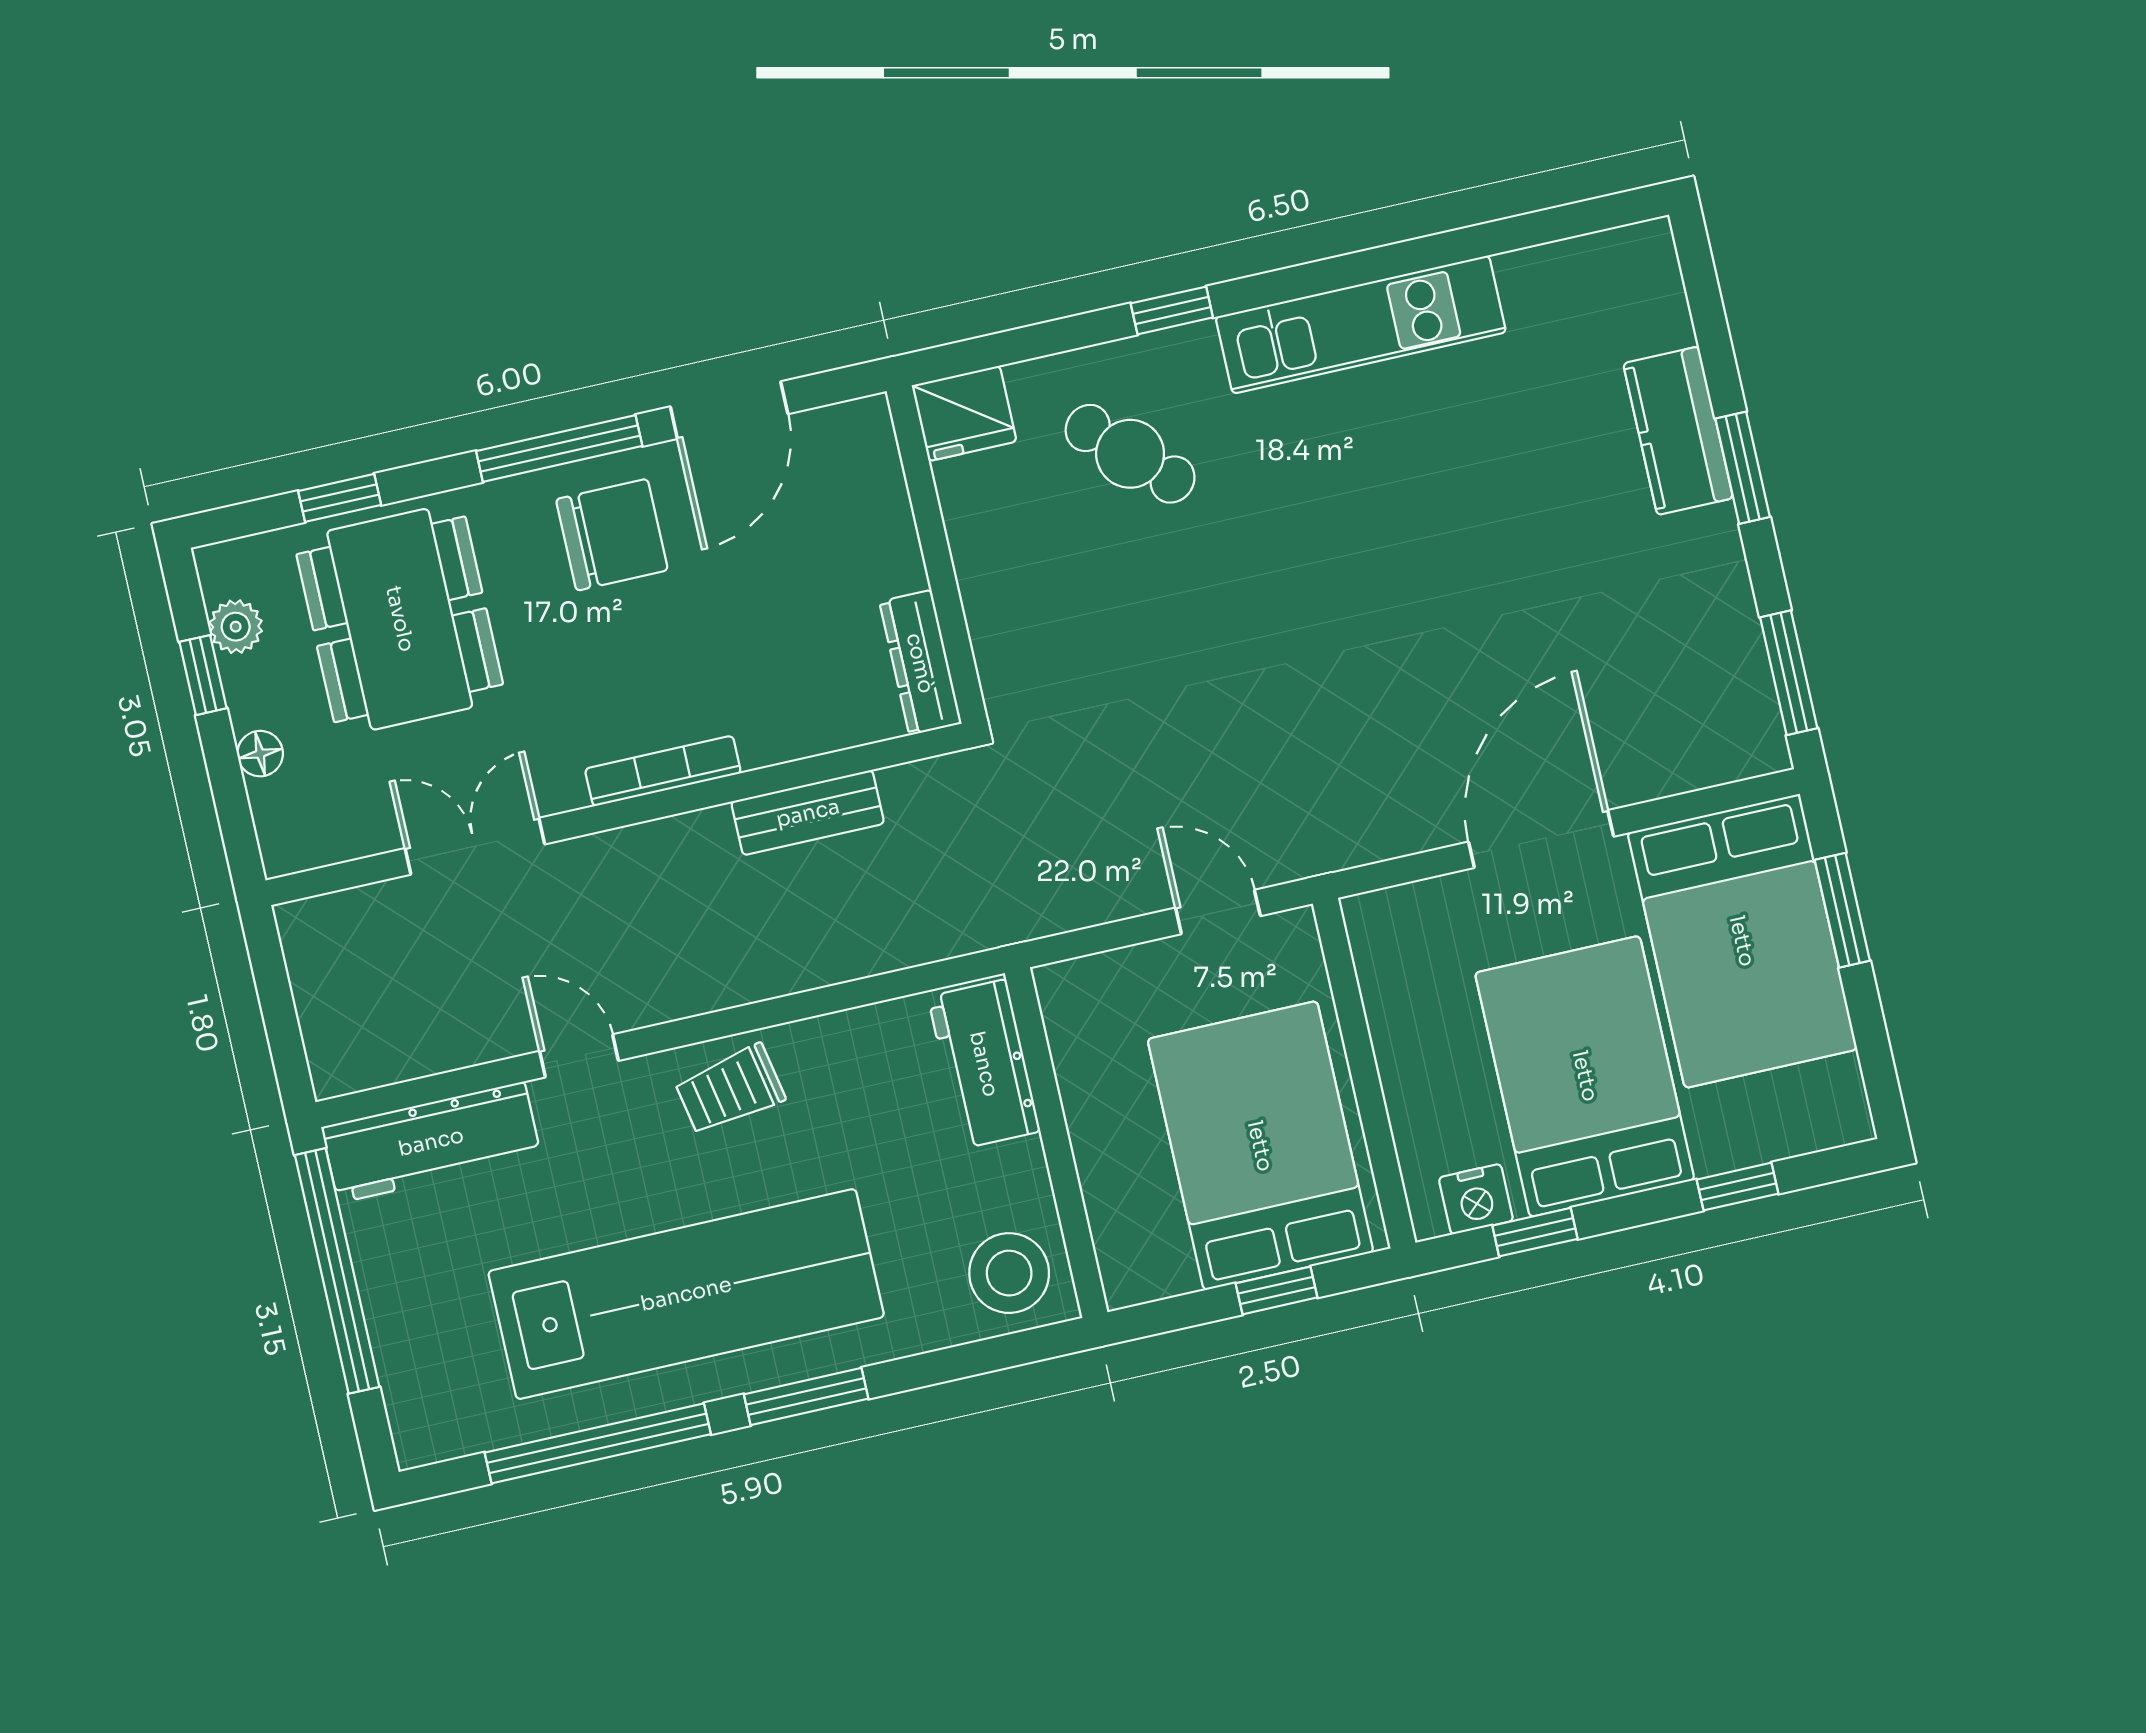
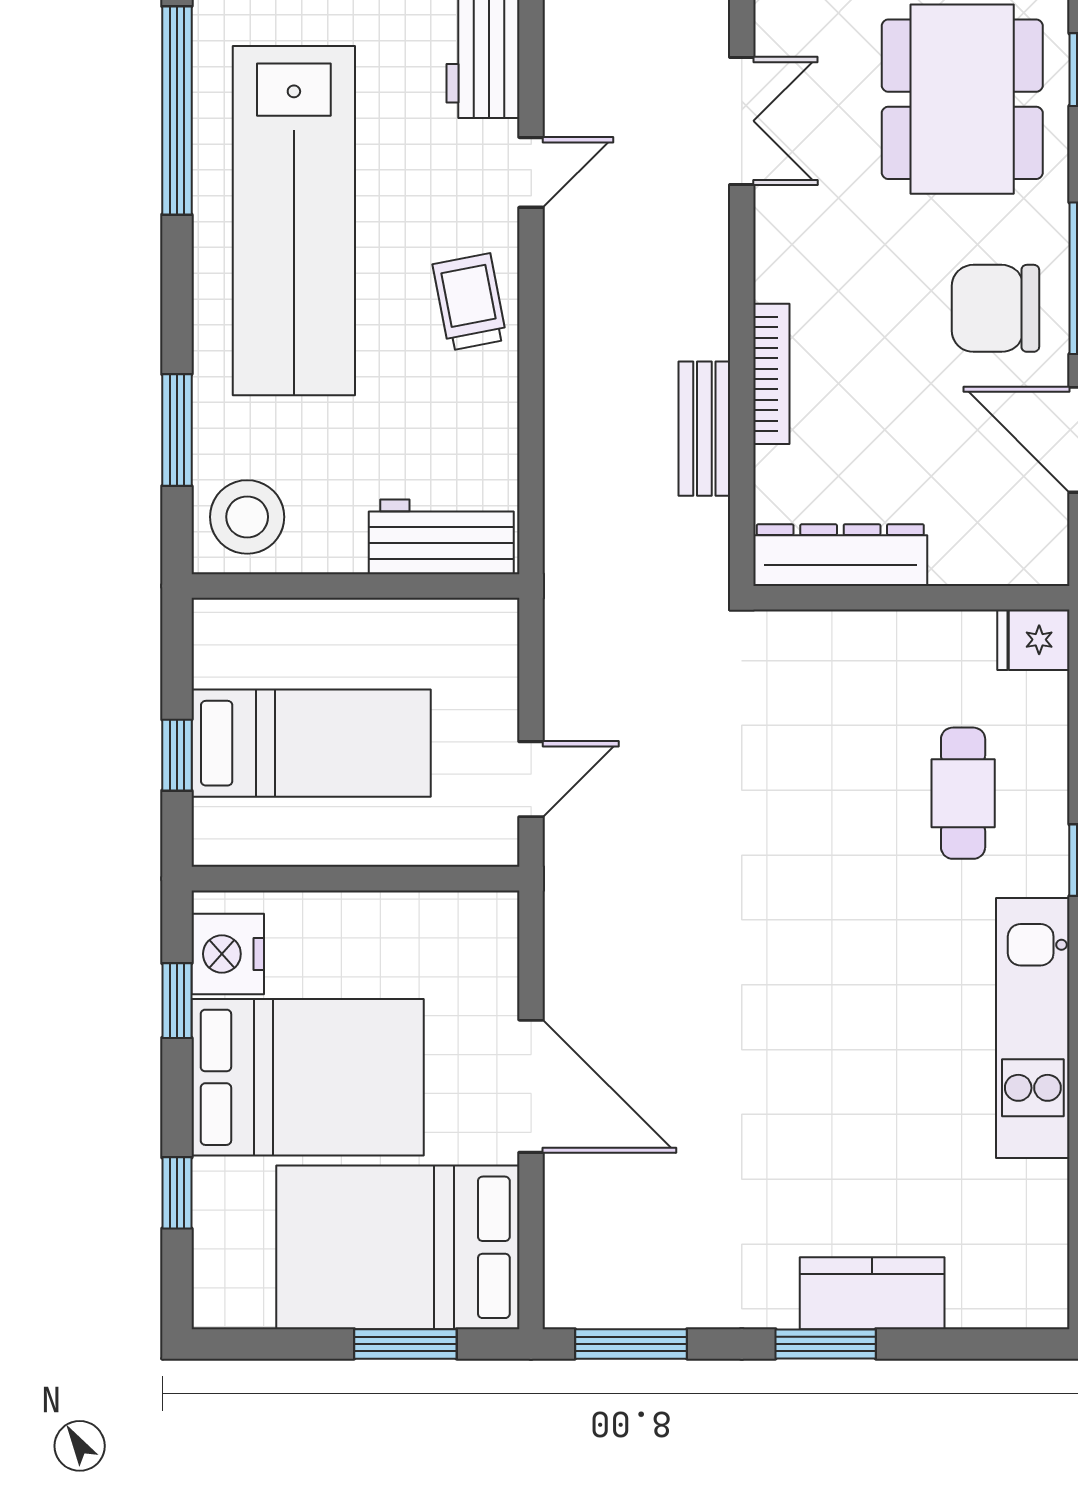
fridge: (964, 413) -> (1033, 640), width x0.72
cafe table: (1130, 454) -> (963, 793), turned -44
chair: (612, 535) -> (995, 308), turned 90
dining table: (400, 619) -> (962, 99), turned 90
dresser: (920, 663) -> (840, 555), width x1.37, depth x1.24
bookcase: (663, 771) -> (771, 374), moved
bed: (1260, 1146) -> (311, 743), width x0.67
nightstand: (1476, 1199) -> (228, 954), width x1.36, depth x1.33
window: (806, 1396) -> (177, 430), moved

